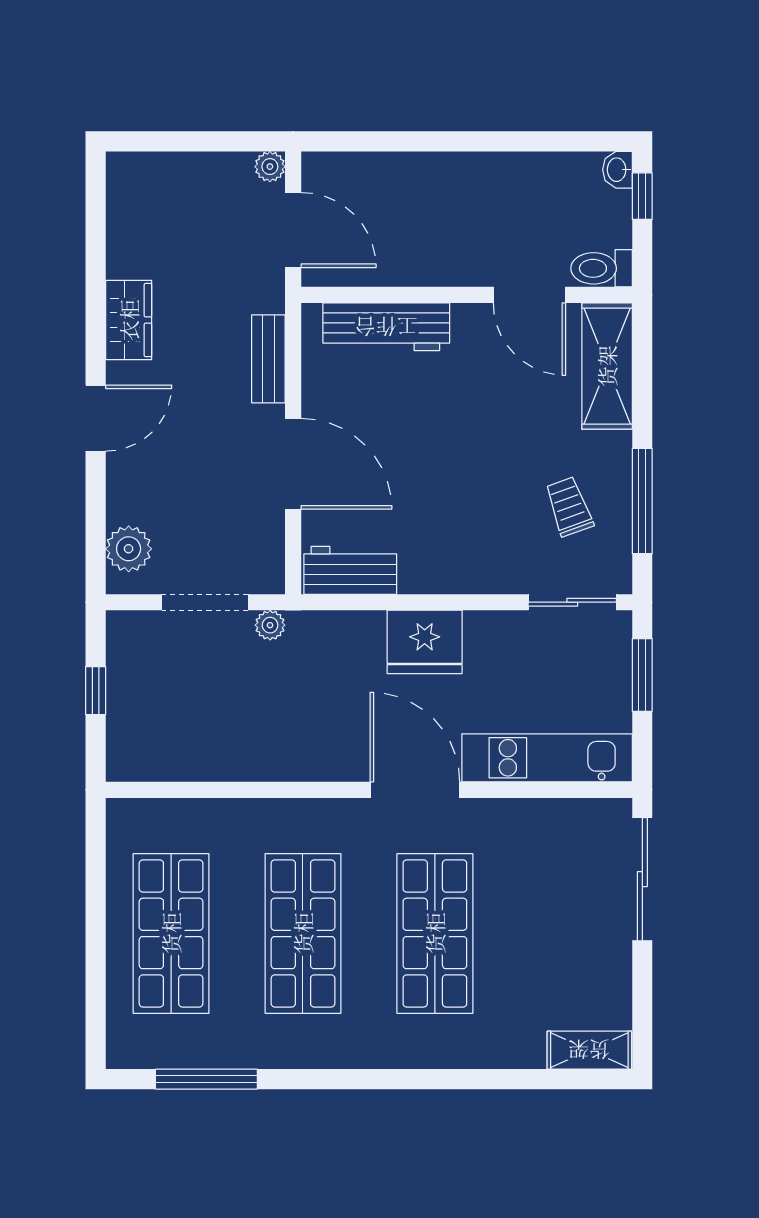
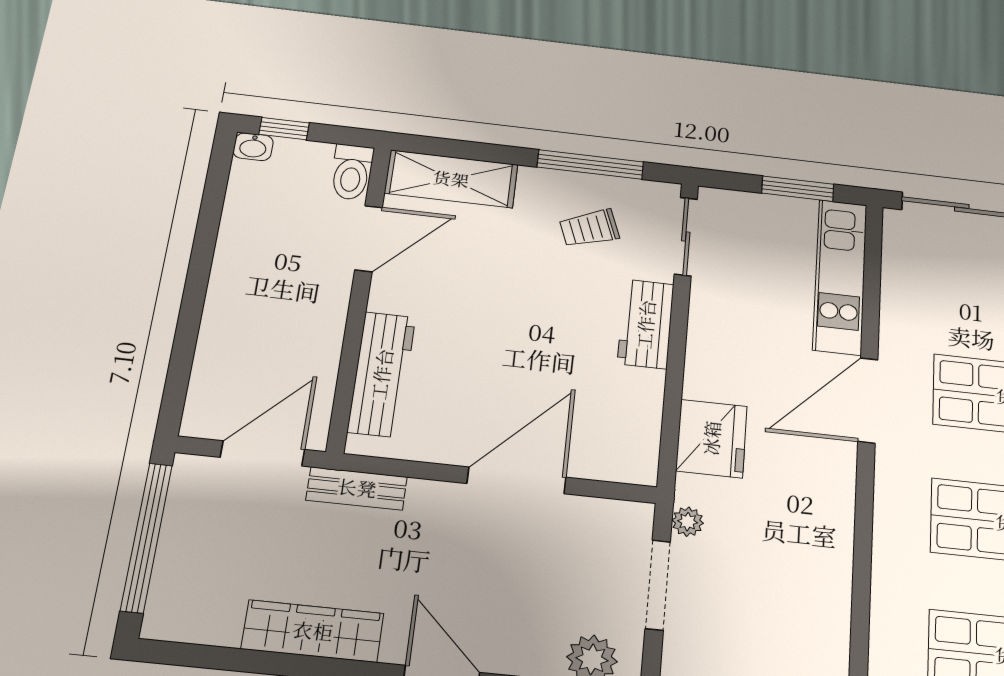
window: (200, 141) -> (146, 537), added
plant: (270, 167) -> (188, 469), removed
wardrobe: (129, 320) -> (313, 631), width x1.50
bench: (268, 359) -> (357, 488), moved
workbench: (350, 570) -> (646, 324), moved
fridge: (425, 642) -> (712, 438), moved
window: (642, 675) -> (798, 189), moved

